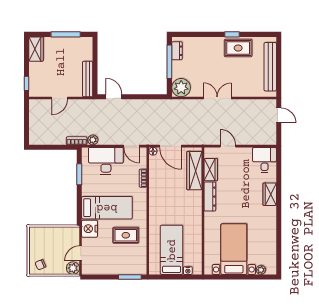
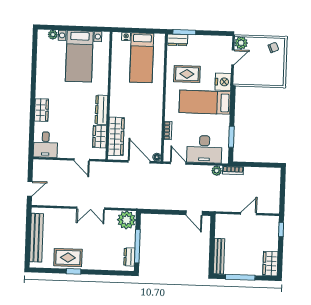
bench: (88, 79) -> (219, 256), moved
door: (279, 115) -> (30, 189), swing flipped
dresser: (137, 269) -> (177, 40), added

